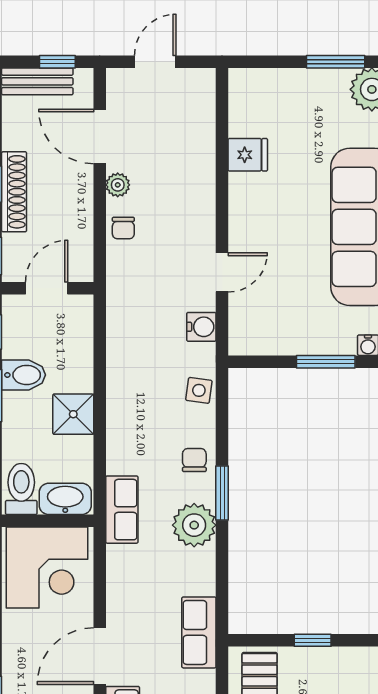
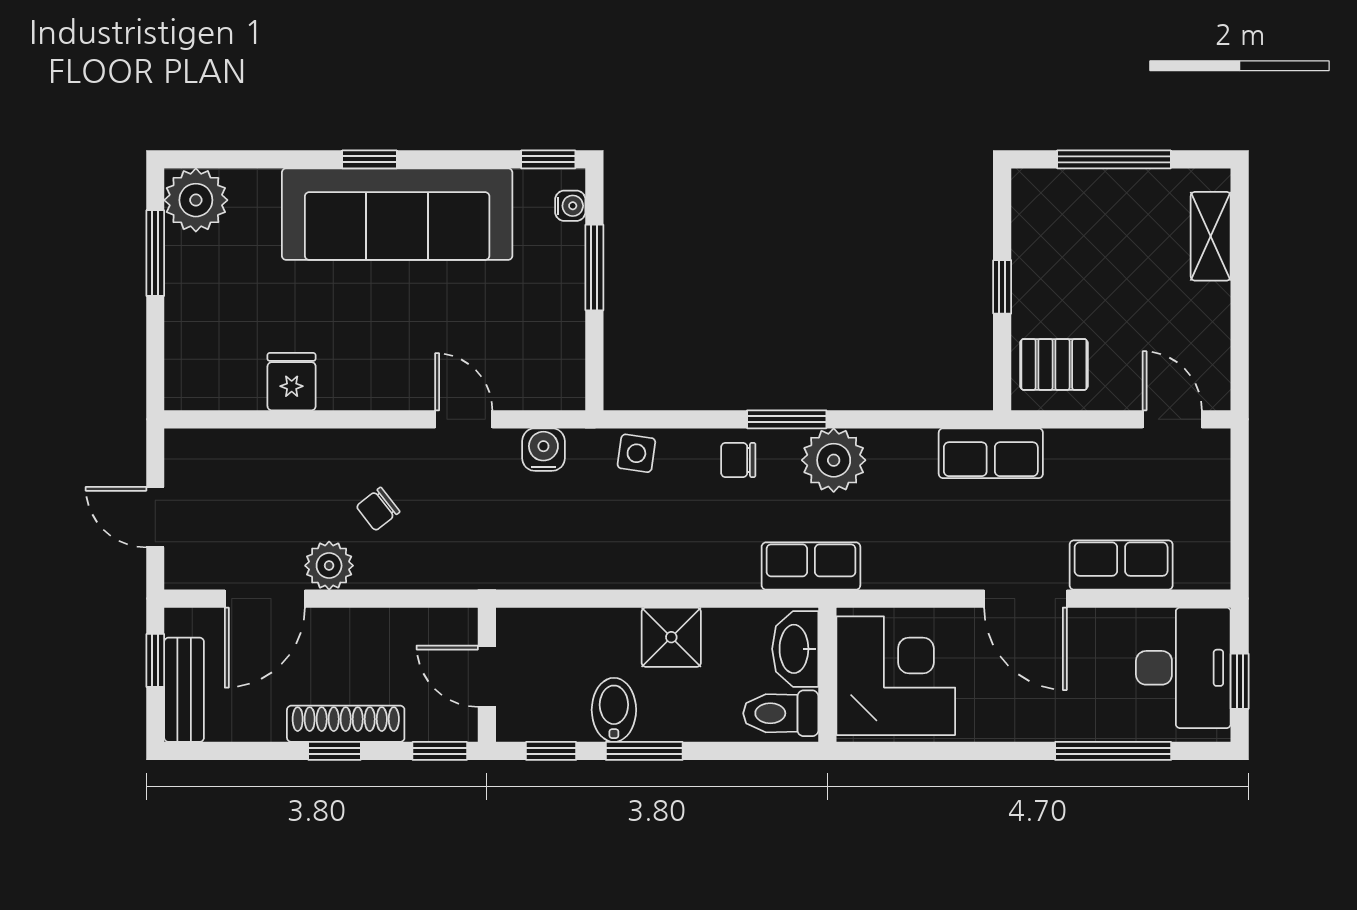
plant: (118, 185) -> (329, 566), width x1.38, depth x1.38
chair: (123, 228) -> (378, 509), moved, turned 142

